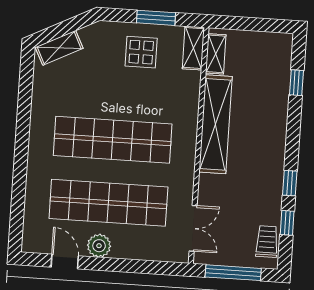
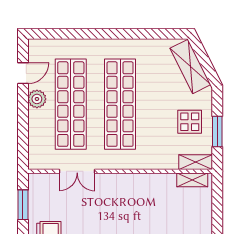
shelving: (59, 48) -> (190, 66), width x1.50, depth x1.33
shelving: (215, 124) -> (137, 183), removed
double door: (193, 228) -> (77, 171), moved
window: (233, 273) -> (23, 205), width x0.69

